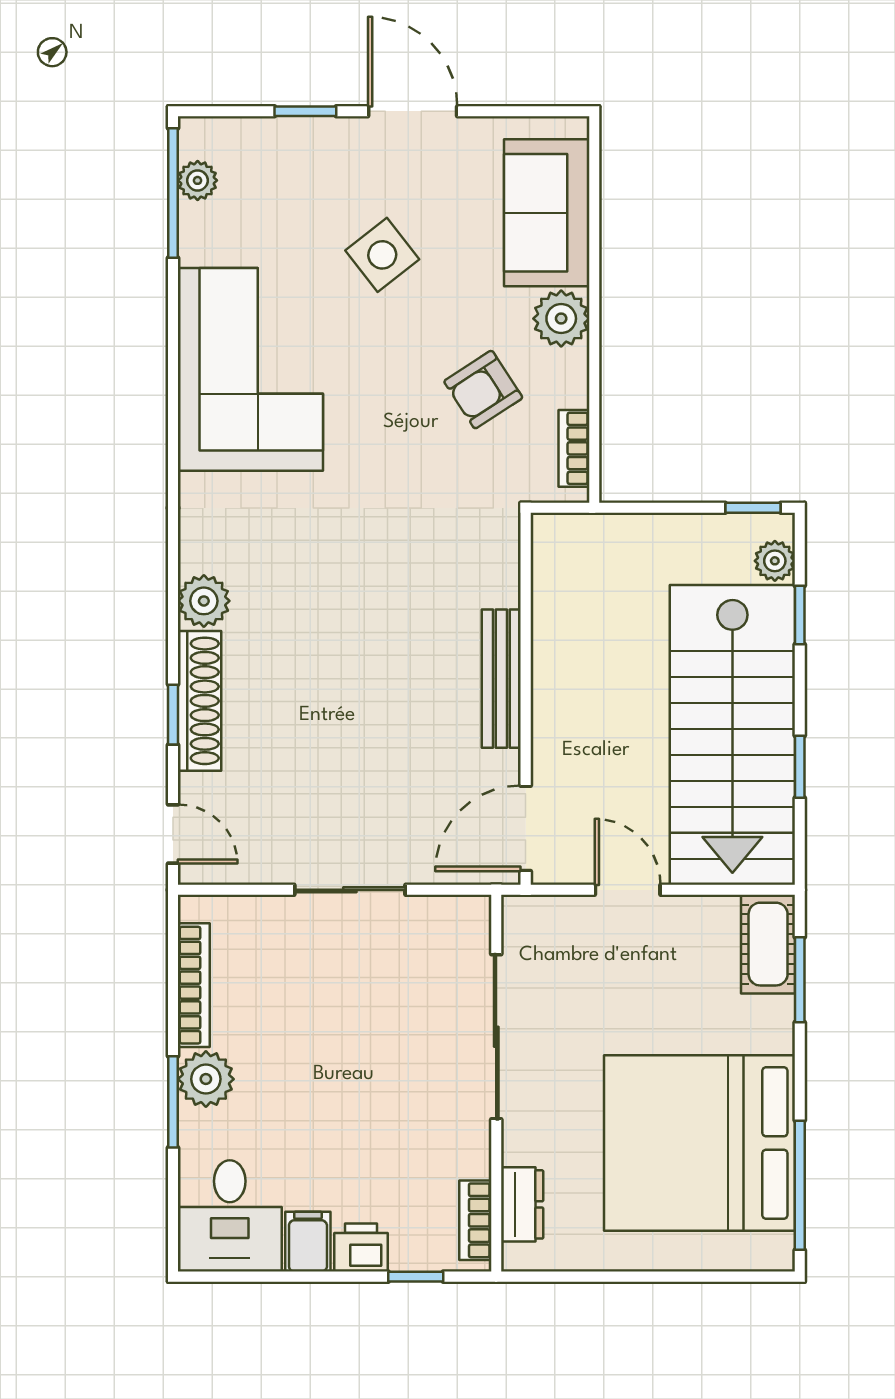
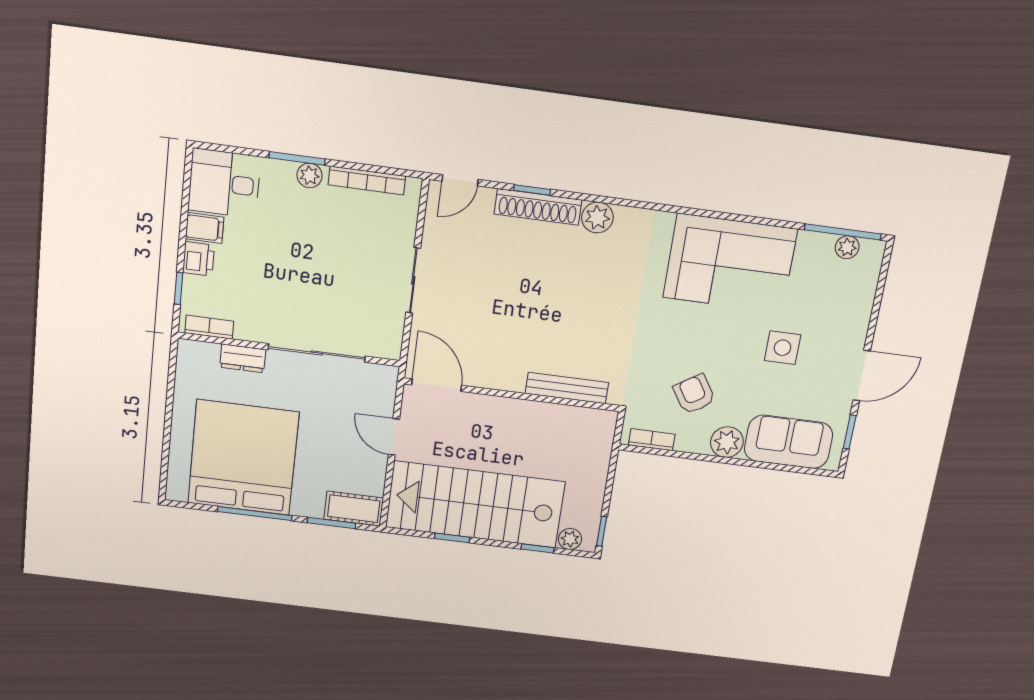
window: (305, 111) -> (850, 432), moved
side table: (382, 255) -> (782, 348), turned 38
bench: (501, 679) -> (567, 388), moved
door: (628, 890) -> (394, 437), swing flipped
plant: (206, 1079) -> (310, 175), width x0.73, depth x0.73
window: (800, 1185) -> (255, 514), moved
dresser: (522, 1204) -> (243, 358), moved

